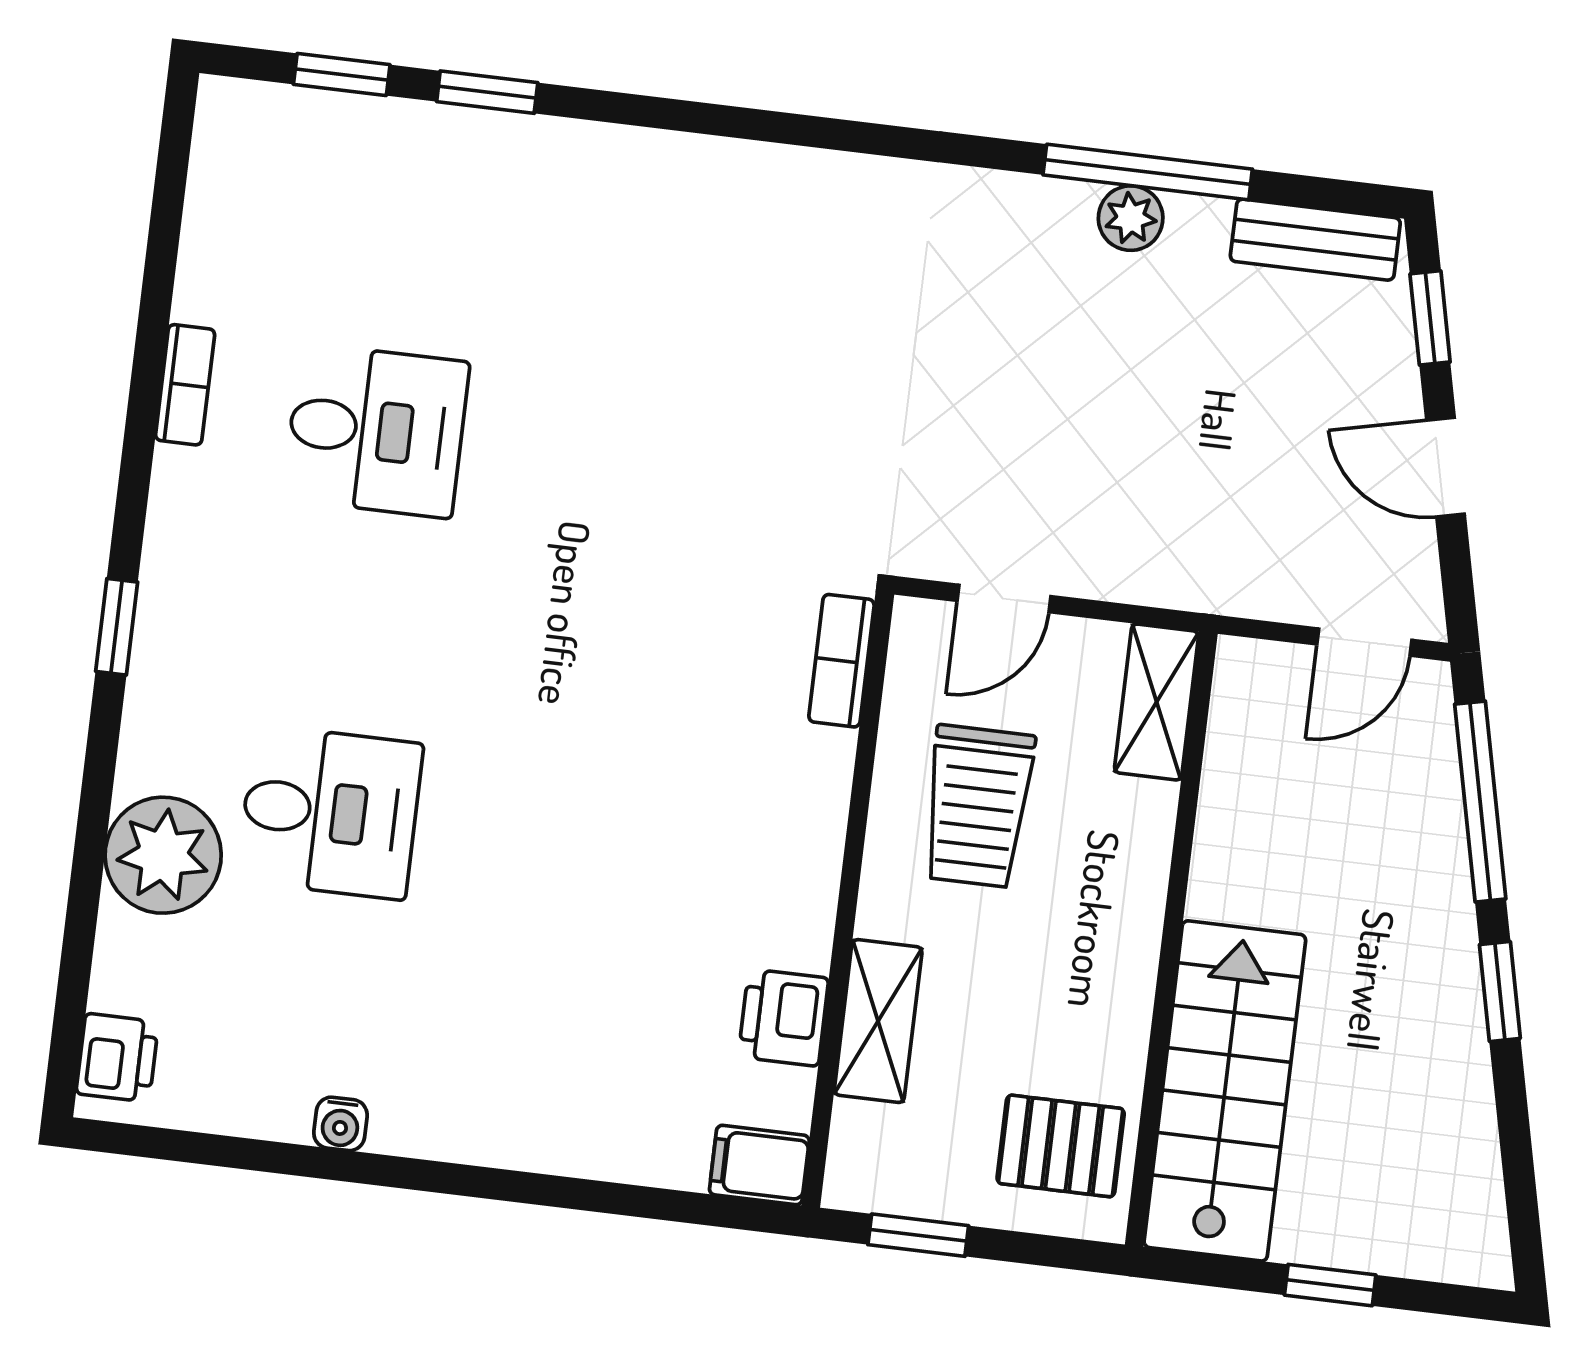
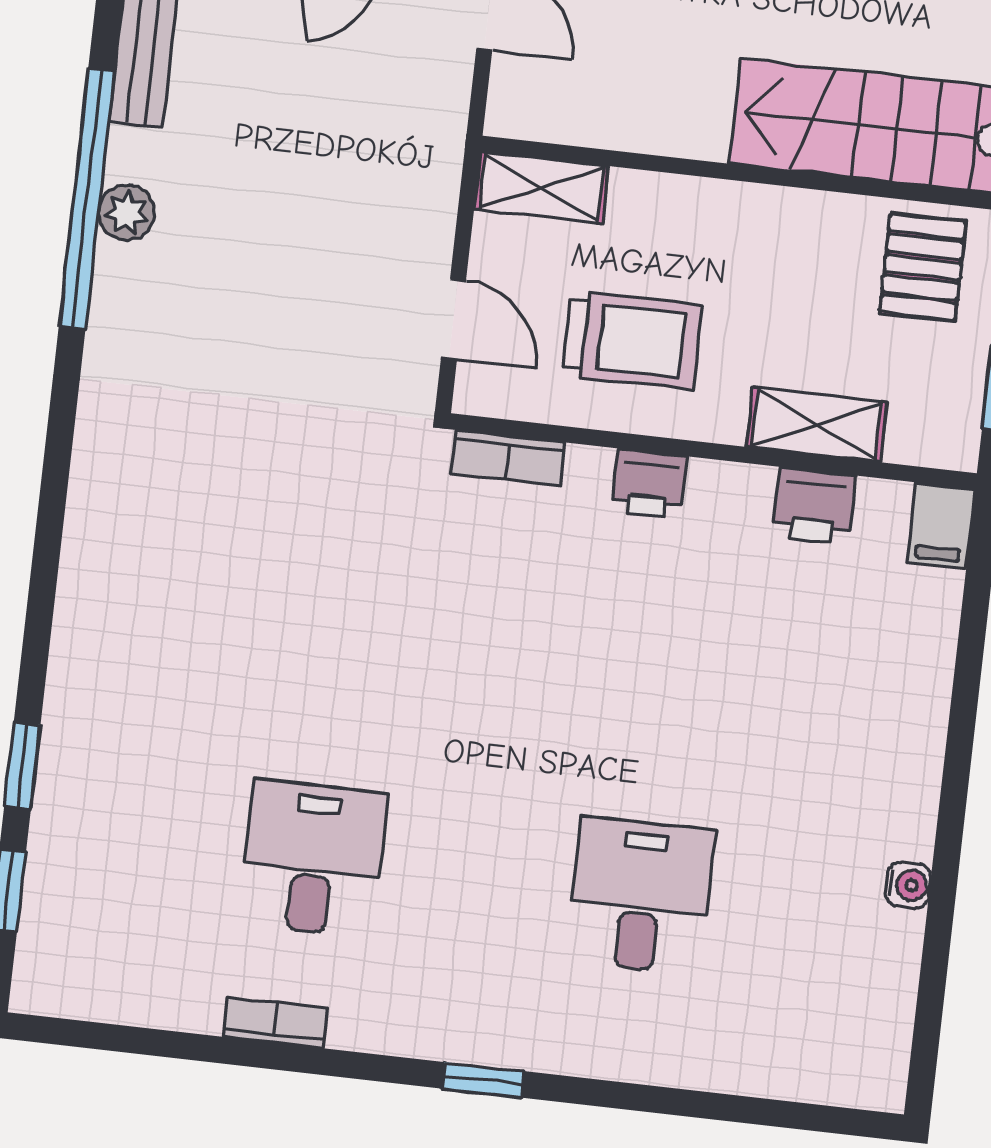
window: (1148, 172) -> (87, 198), width x1.46
plant: (163, 855) -> (679, 1039), removed
printer: (117, 1058) -> (649, 484), moved, turned 180

